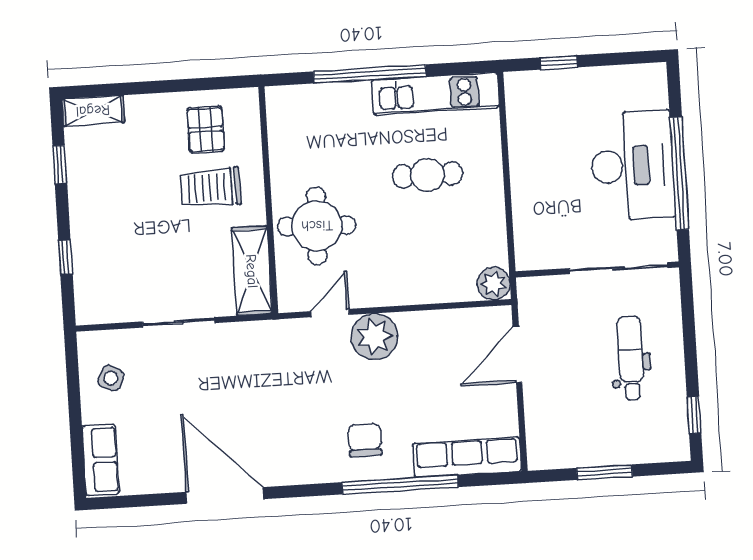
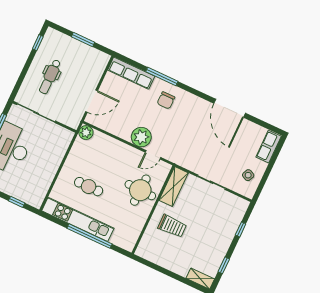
kitchen unit: (435, 94) -> (78, 219), width x1.36
pallet: (206, 129) -> (162, 249), removed
window: (400, 485) -> (162, 76), width x0.68

